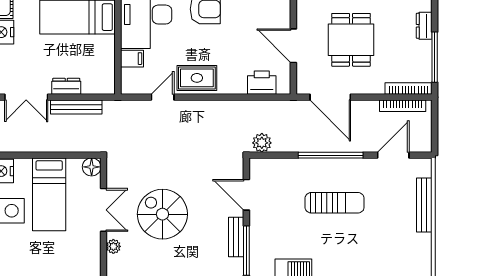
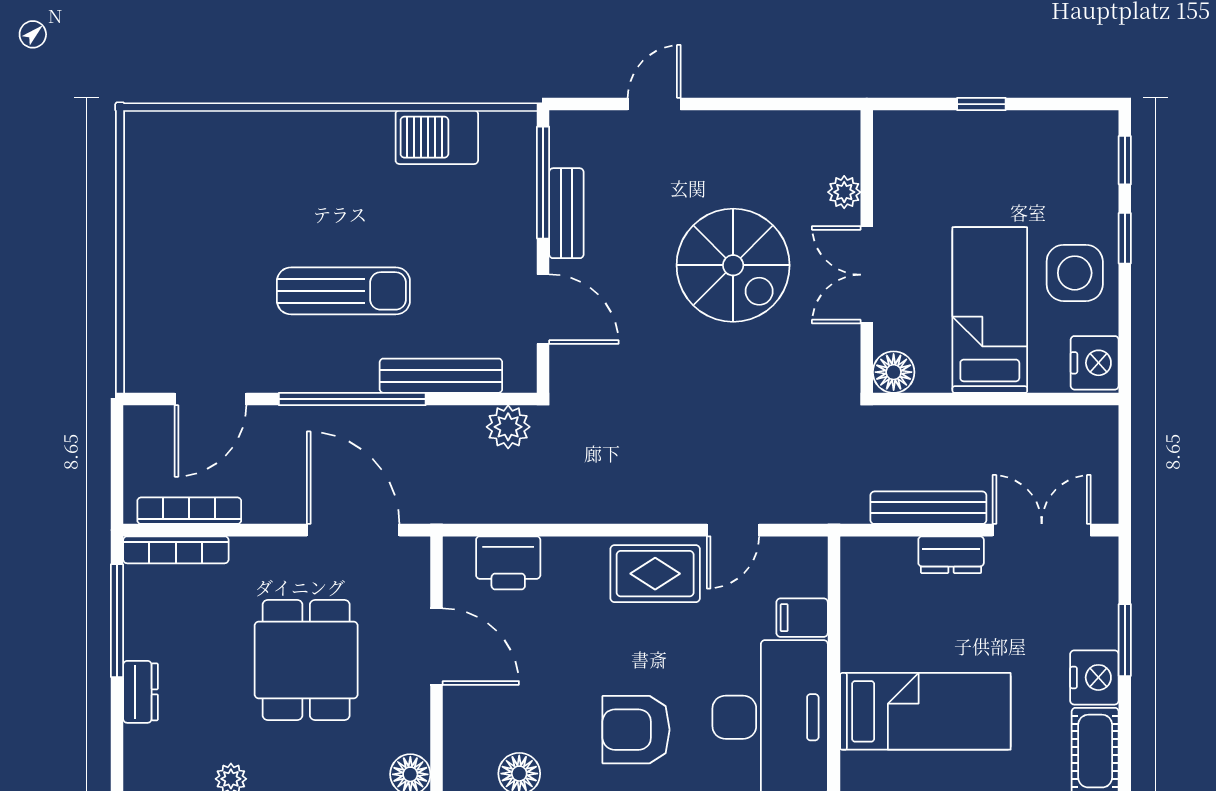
sun lounger: (335, 203) -> (343, 291), turned 180
bench: (424, 205) -> (441, 376), moved, turned 90

